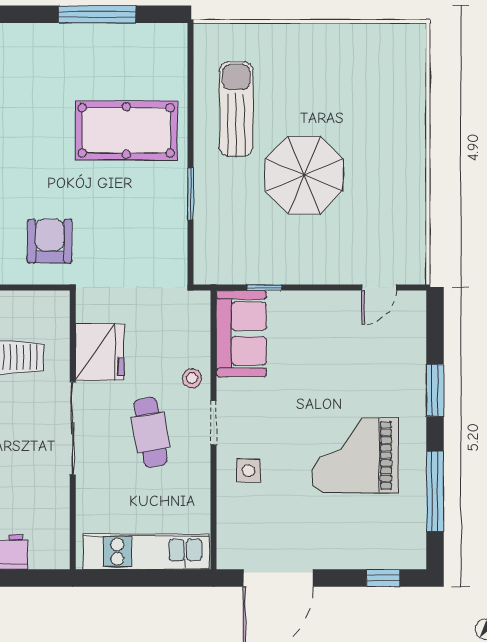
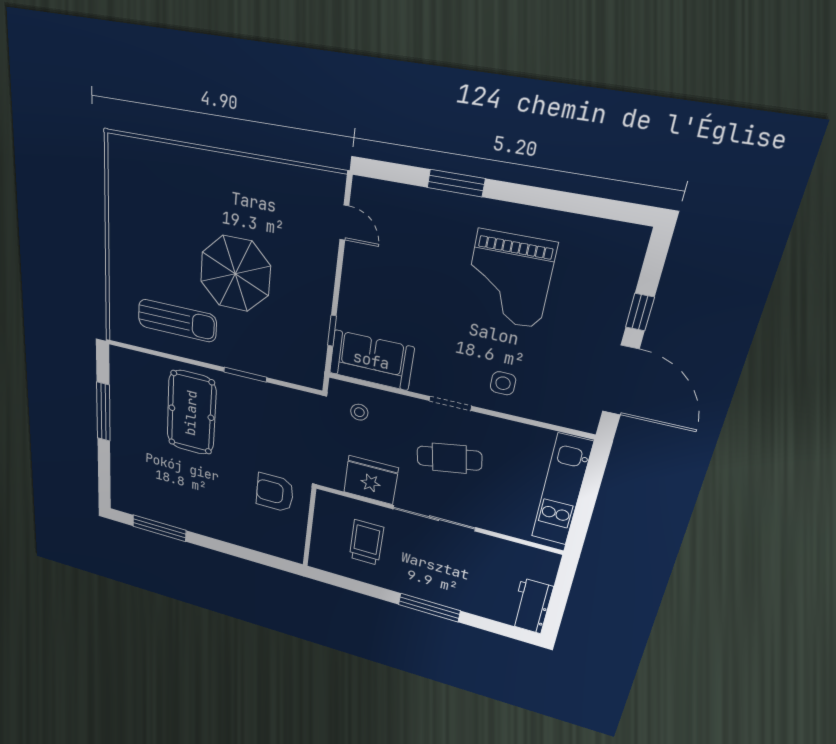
sun lounger: (236, 109) -> (177, 321), turned 180
stool: (192, 378) -> (359, 412), moved
window: (435, 491) -> (566, 202), removed
window: (383, 578) -> (640, 312), moved

